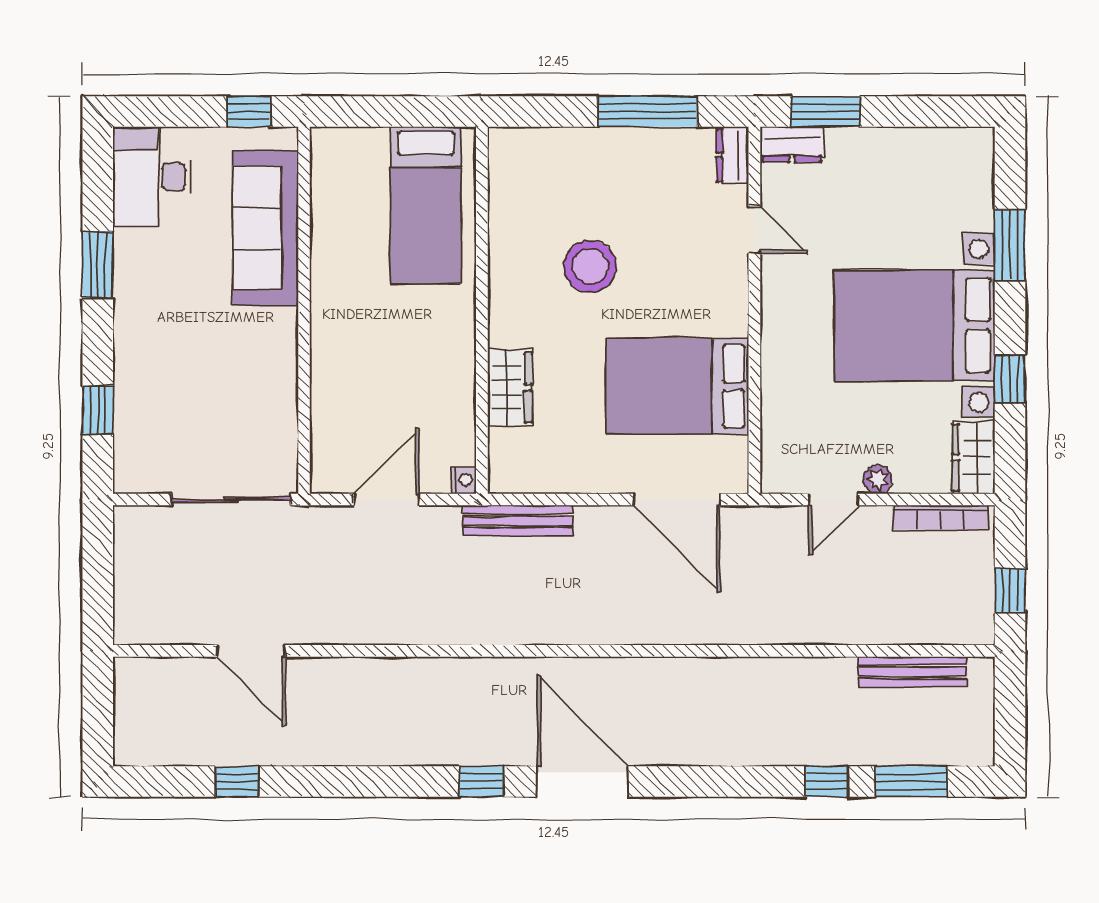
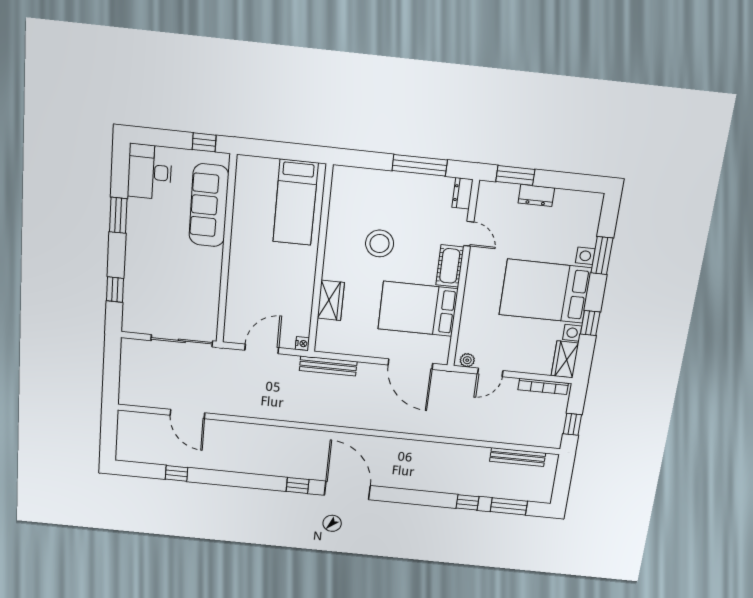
dresser: (792, 144) -> (536, 195), moved
cot: (727, 295) -> (450, 266), added
plant: (878, 479) -> (467, 360), moved

